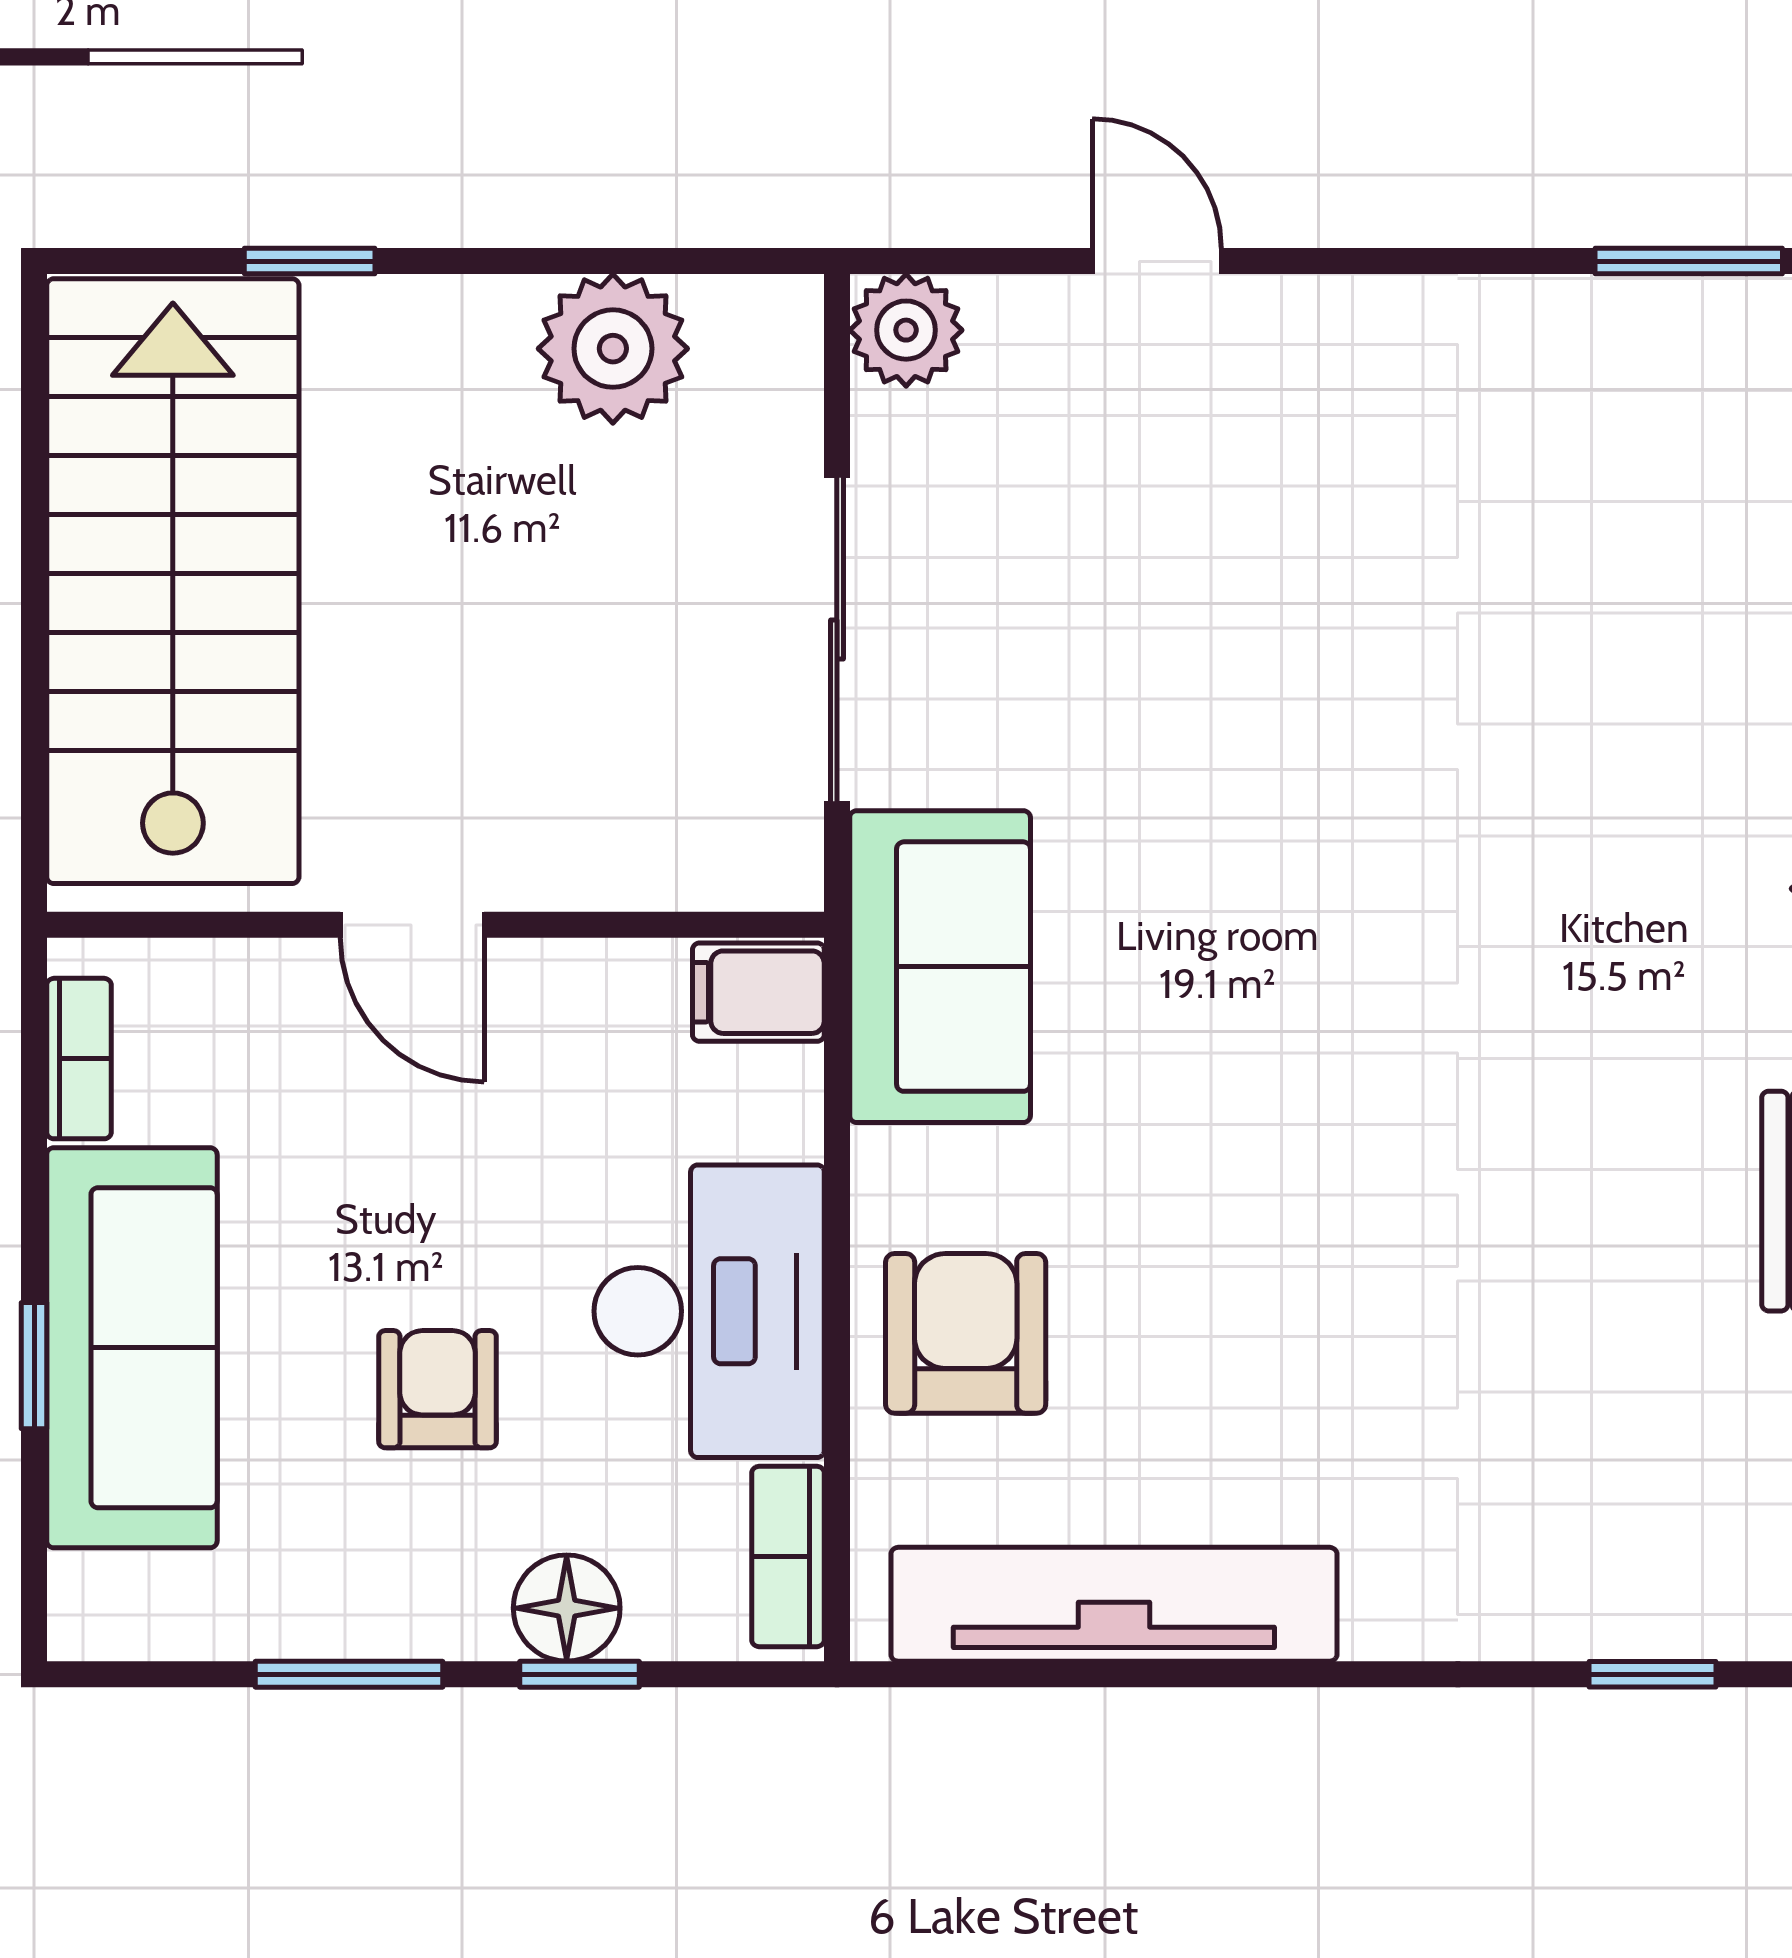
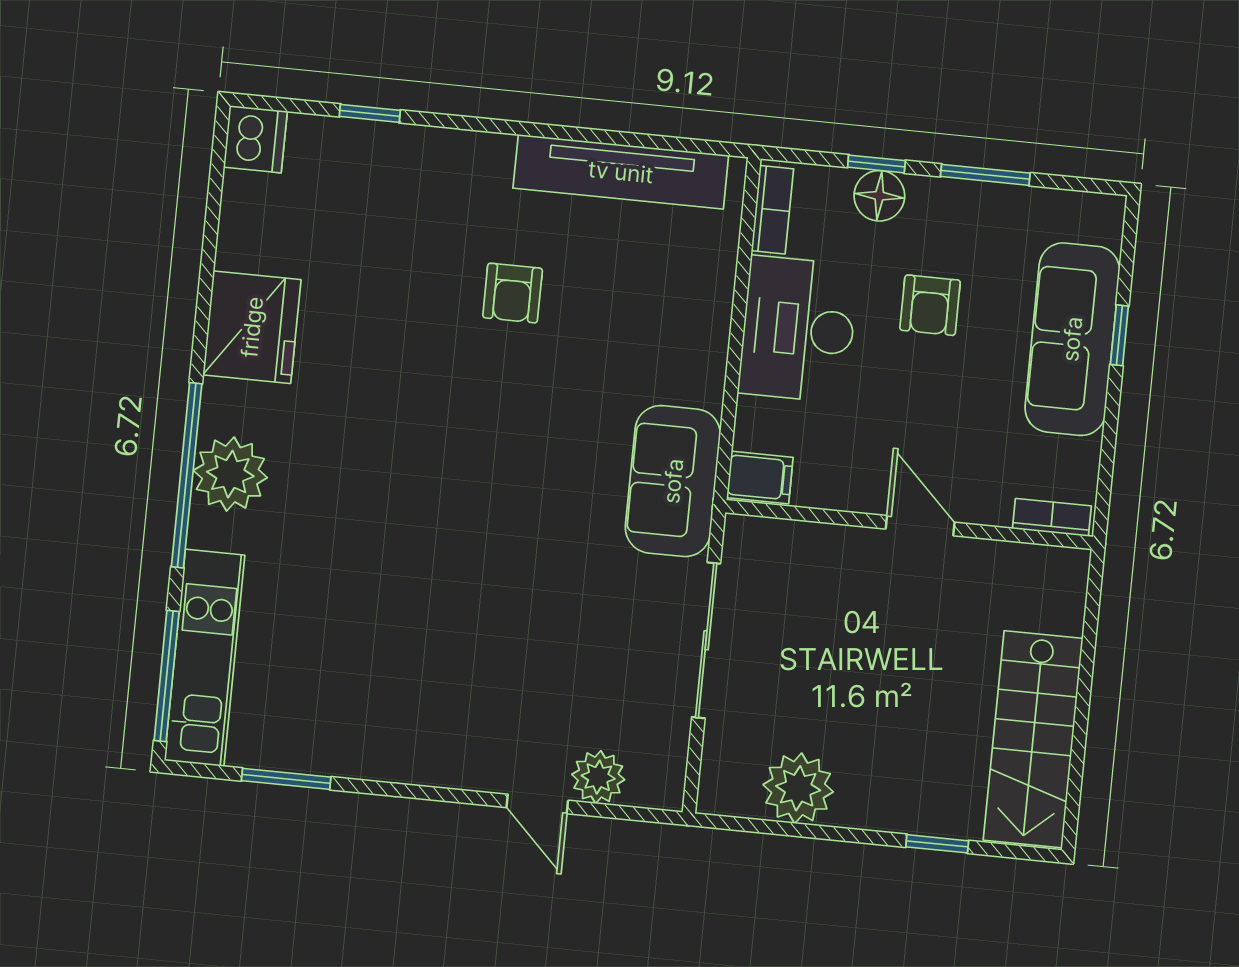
plant: (906, 330) -> (598, 777), moved
stairs: (173, 581) -> (1033, 739), width x0.73, depth x0.66
bookcase: (79, 1059) -> (1052, 517), moved, turned 90
armchair: (966, 1333) -> (513, 293), moved, width x0.72, depth x0.72

